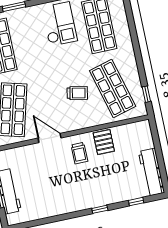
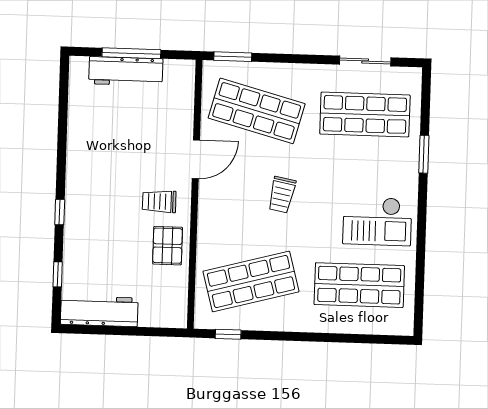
trolley: (77, 93) -> (282, 195), moved
pallet: (104, 142) -> (168, 246), turned 90

